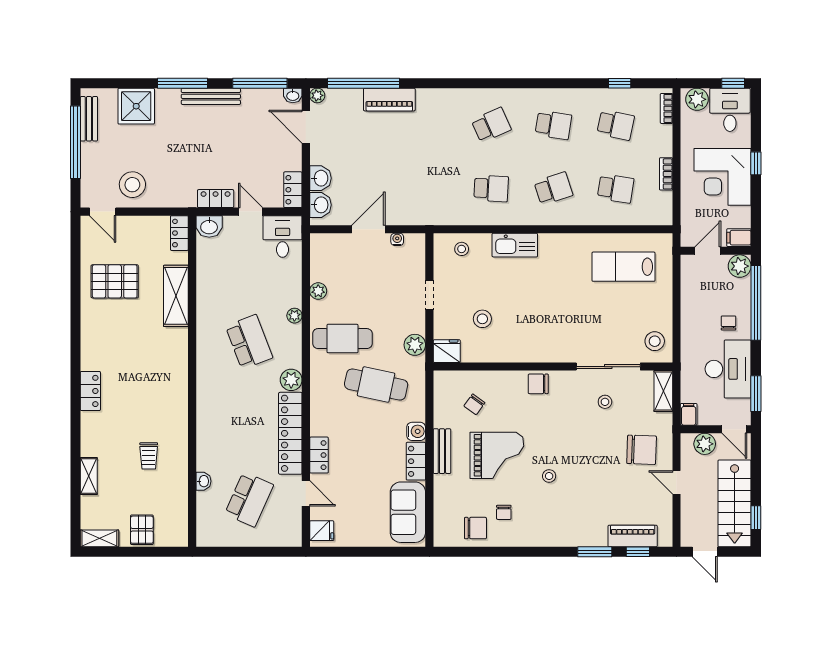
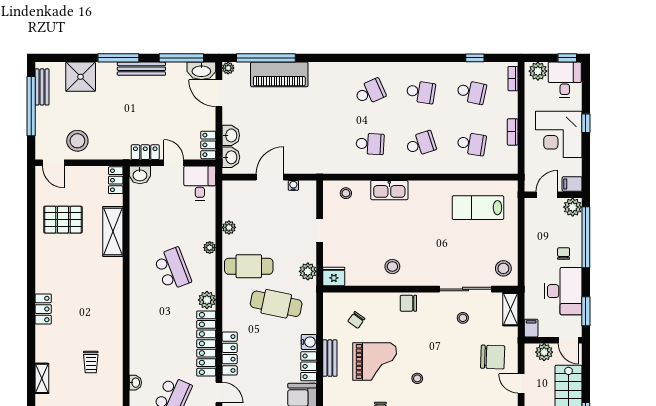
washbasin: (293, 96) -> (201, 71), width x1.91, depth x1.45
piano: (389, 100) -> (279, 74), width x1.37, depth x1.33
stool: (482, 319) -> (392, 266), moved
locker: (319, 455) -> (230, 354), width x1.53

